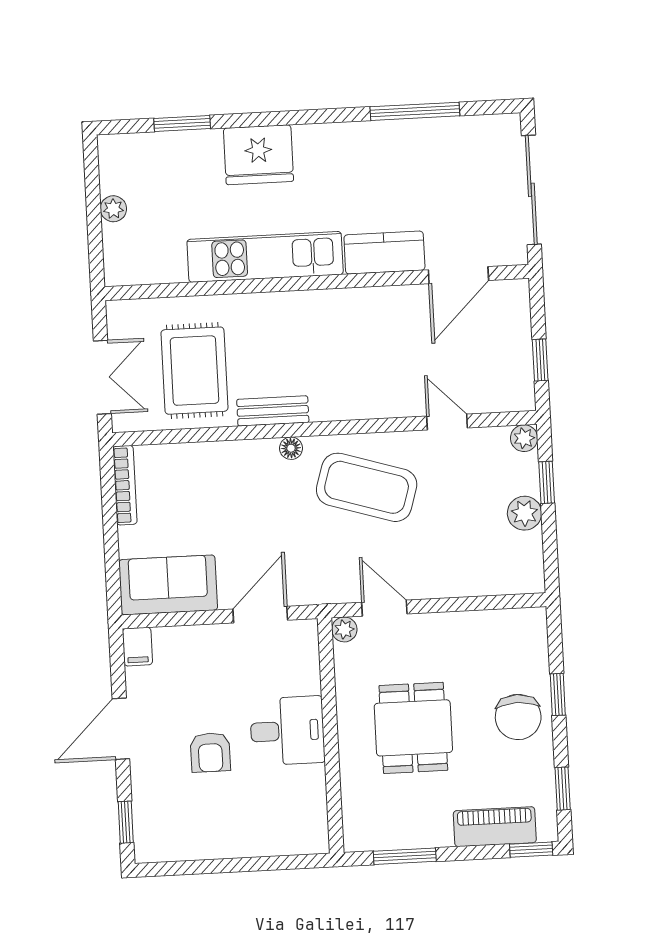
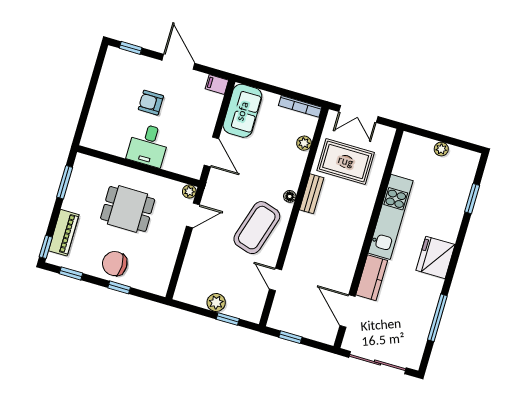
fridge: (258, 155) -> (435, 257), moved
door: (447, 422) -> (276, 280), swing flipped
plant: (524, 438) -> (304, 143), moved

